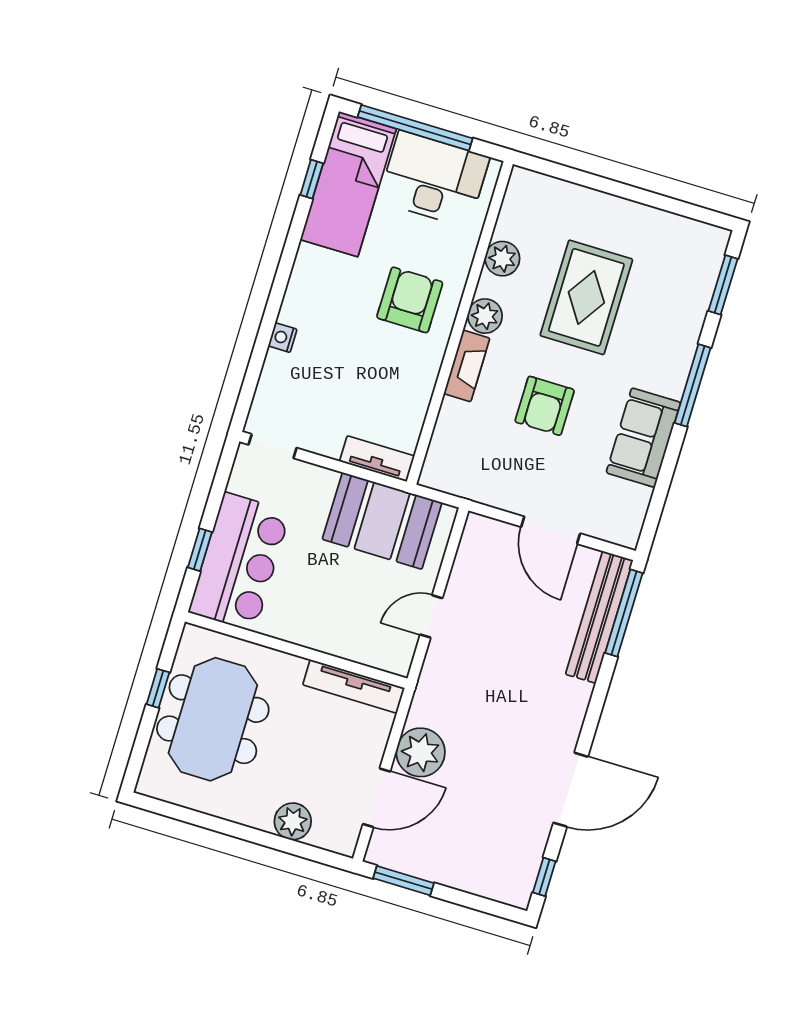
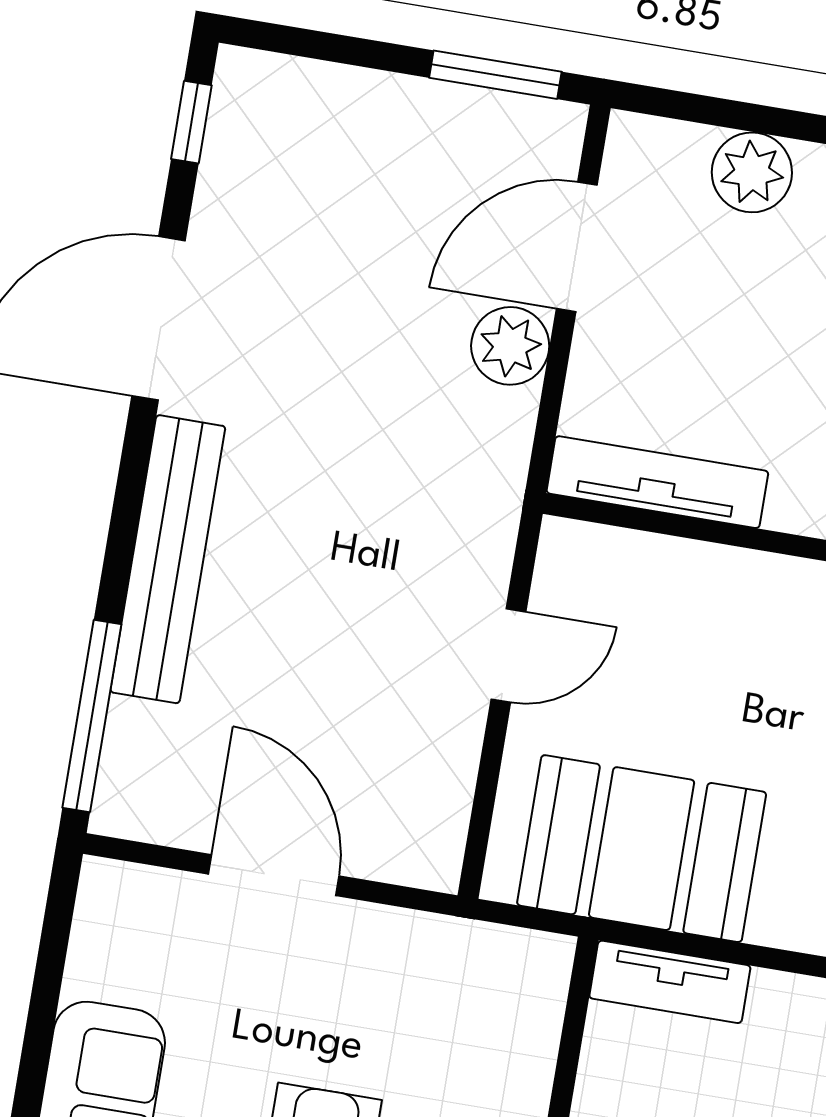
bench: (599, 617) -> (168, 559), moved
plant: (421, 752) -> (510, 346), width x0.73, depth x0.73

